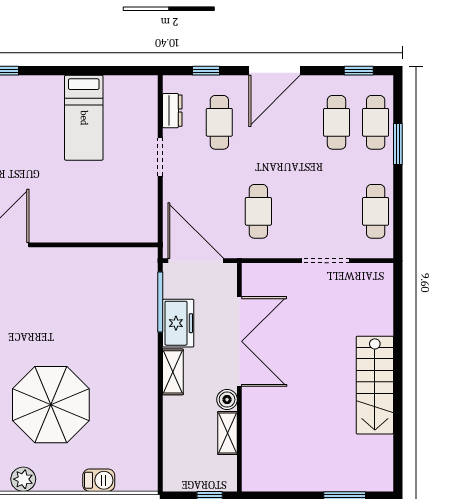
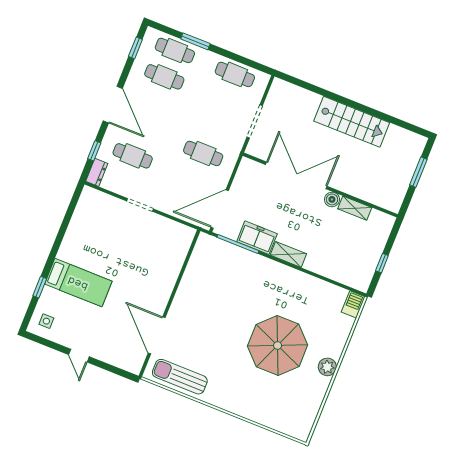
dresser: (172, 111) -> (97, 172), moved, turned 90
bed: (84, 118) -> (78, 283), moved
double door: (239, 341) -> (296, 175), moved
wall: (239, 377) -> (320, 185), moved
boiler: (227, 400) -> (332, 199), moved
shelving: (227, 433) -> (355, 208), moved
plant: (23, 479) -> (327, 367), moved
barbecue: (99, 480) -> (353, 304), moved

